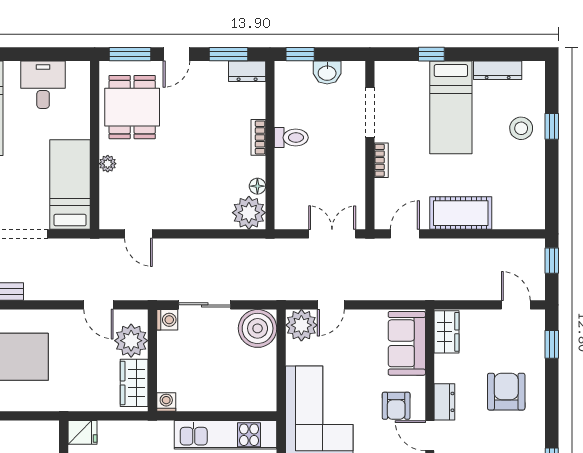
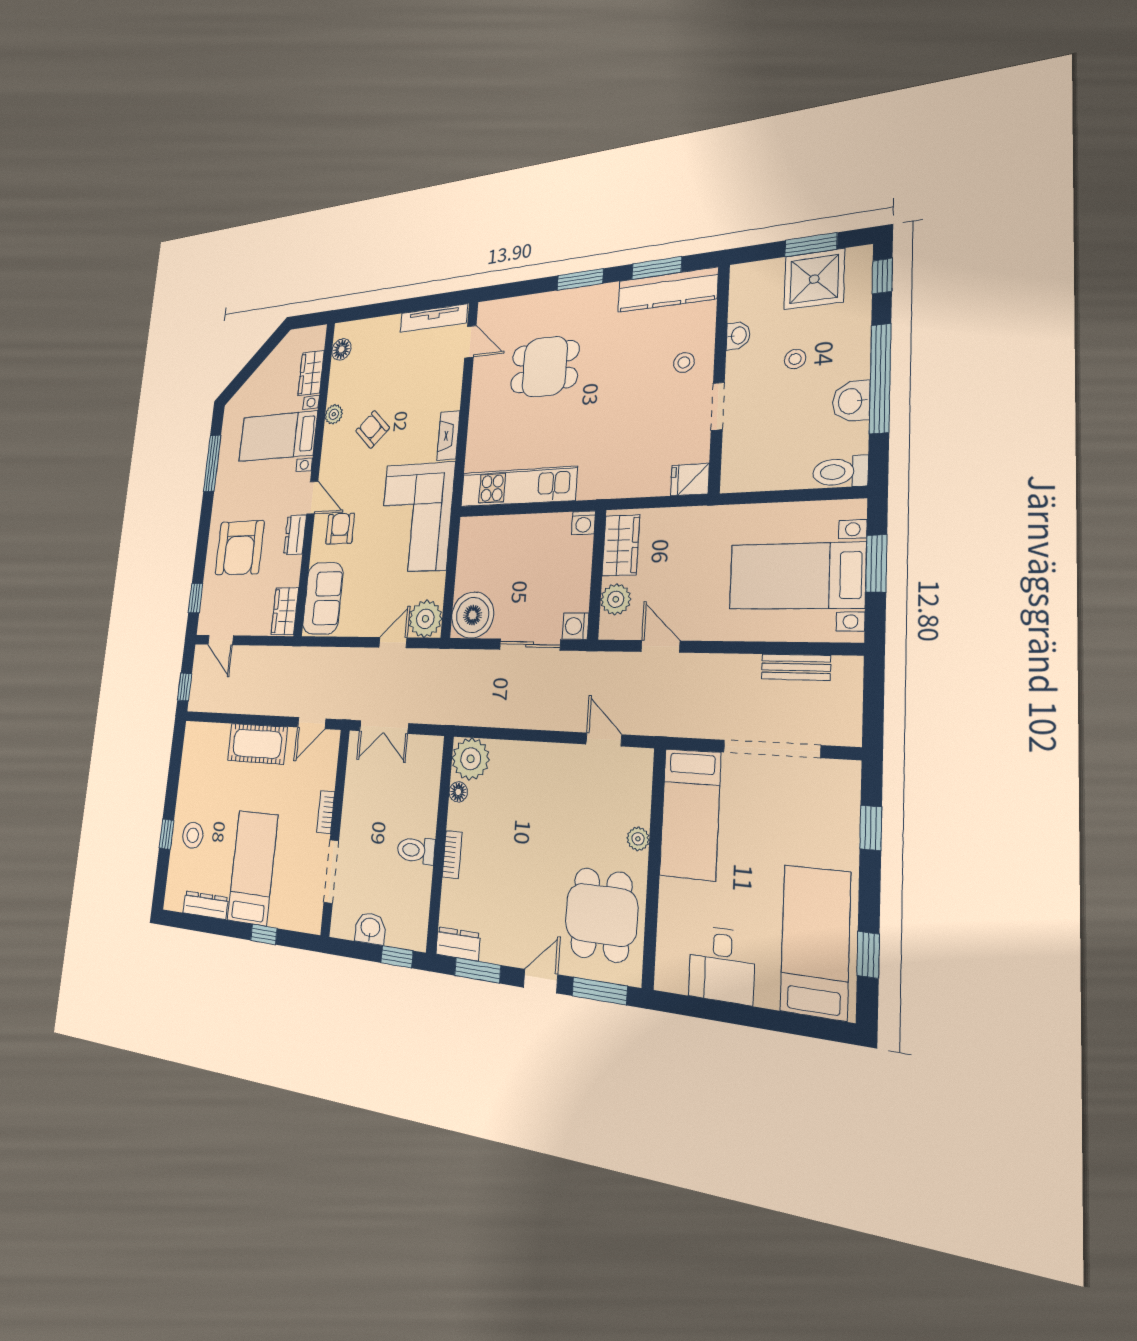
plant: (131, 341) -> (616, 599), width x0.73, depth x0.73
armchair: (506, 392) -> (240, 548), width x1.36, depth x1.36

